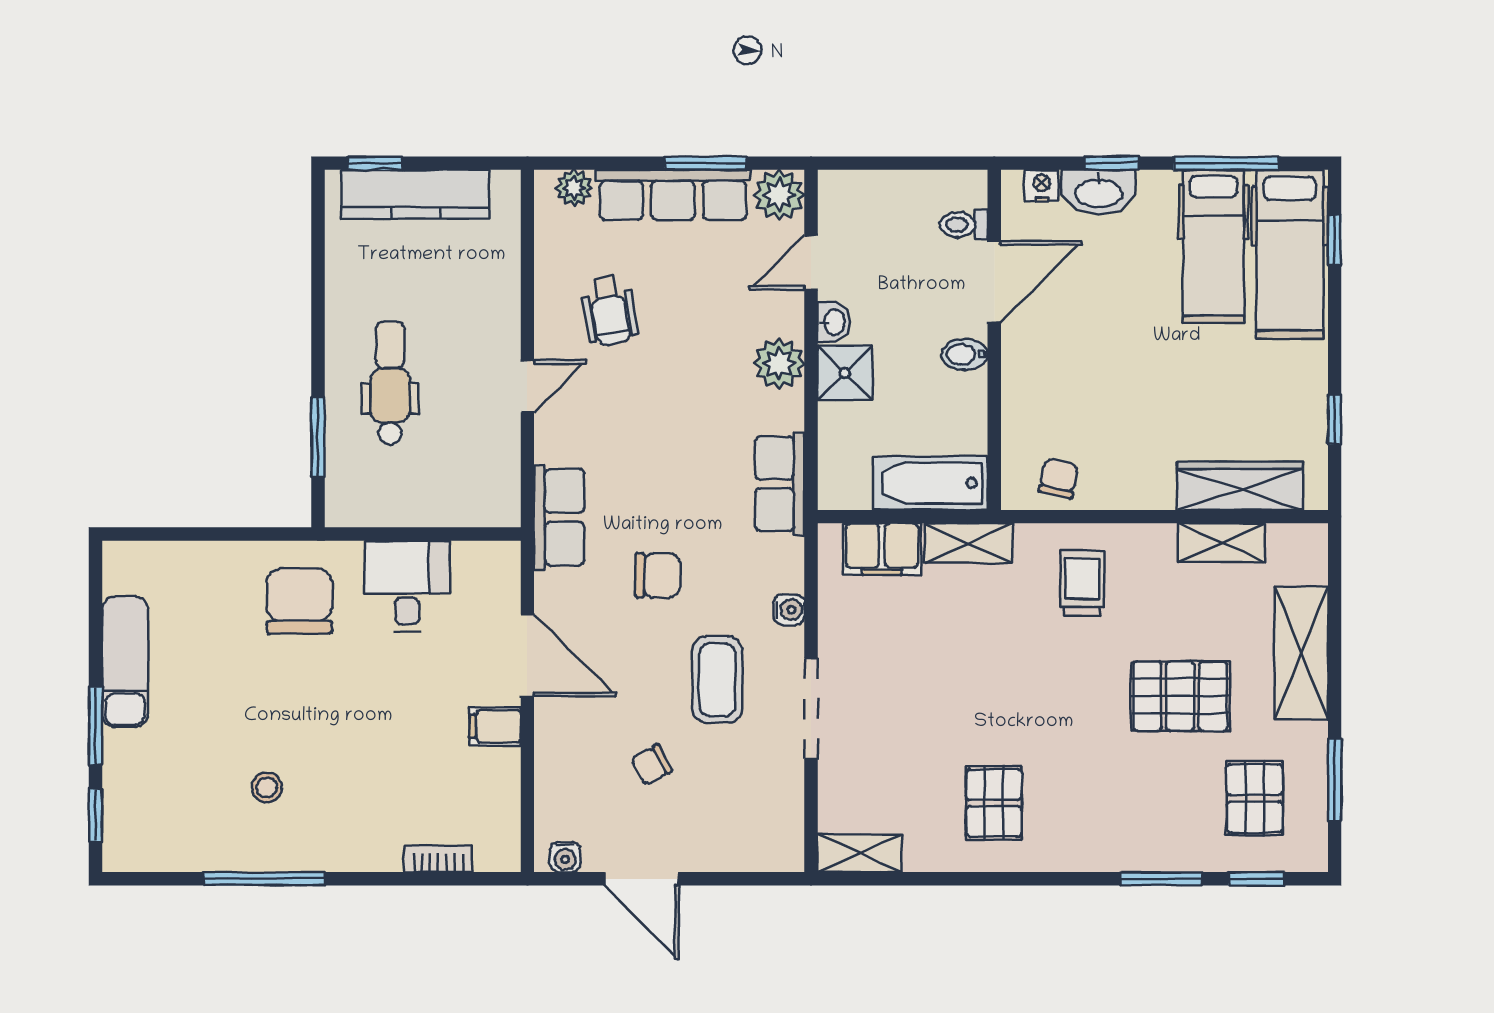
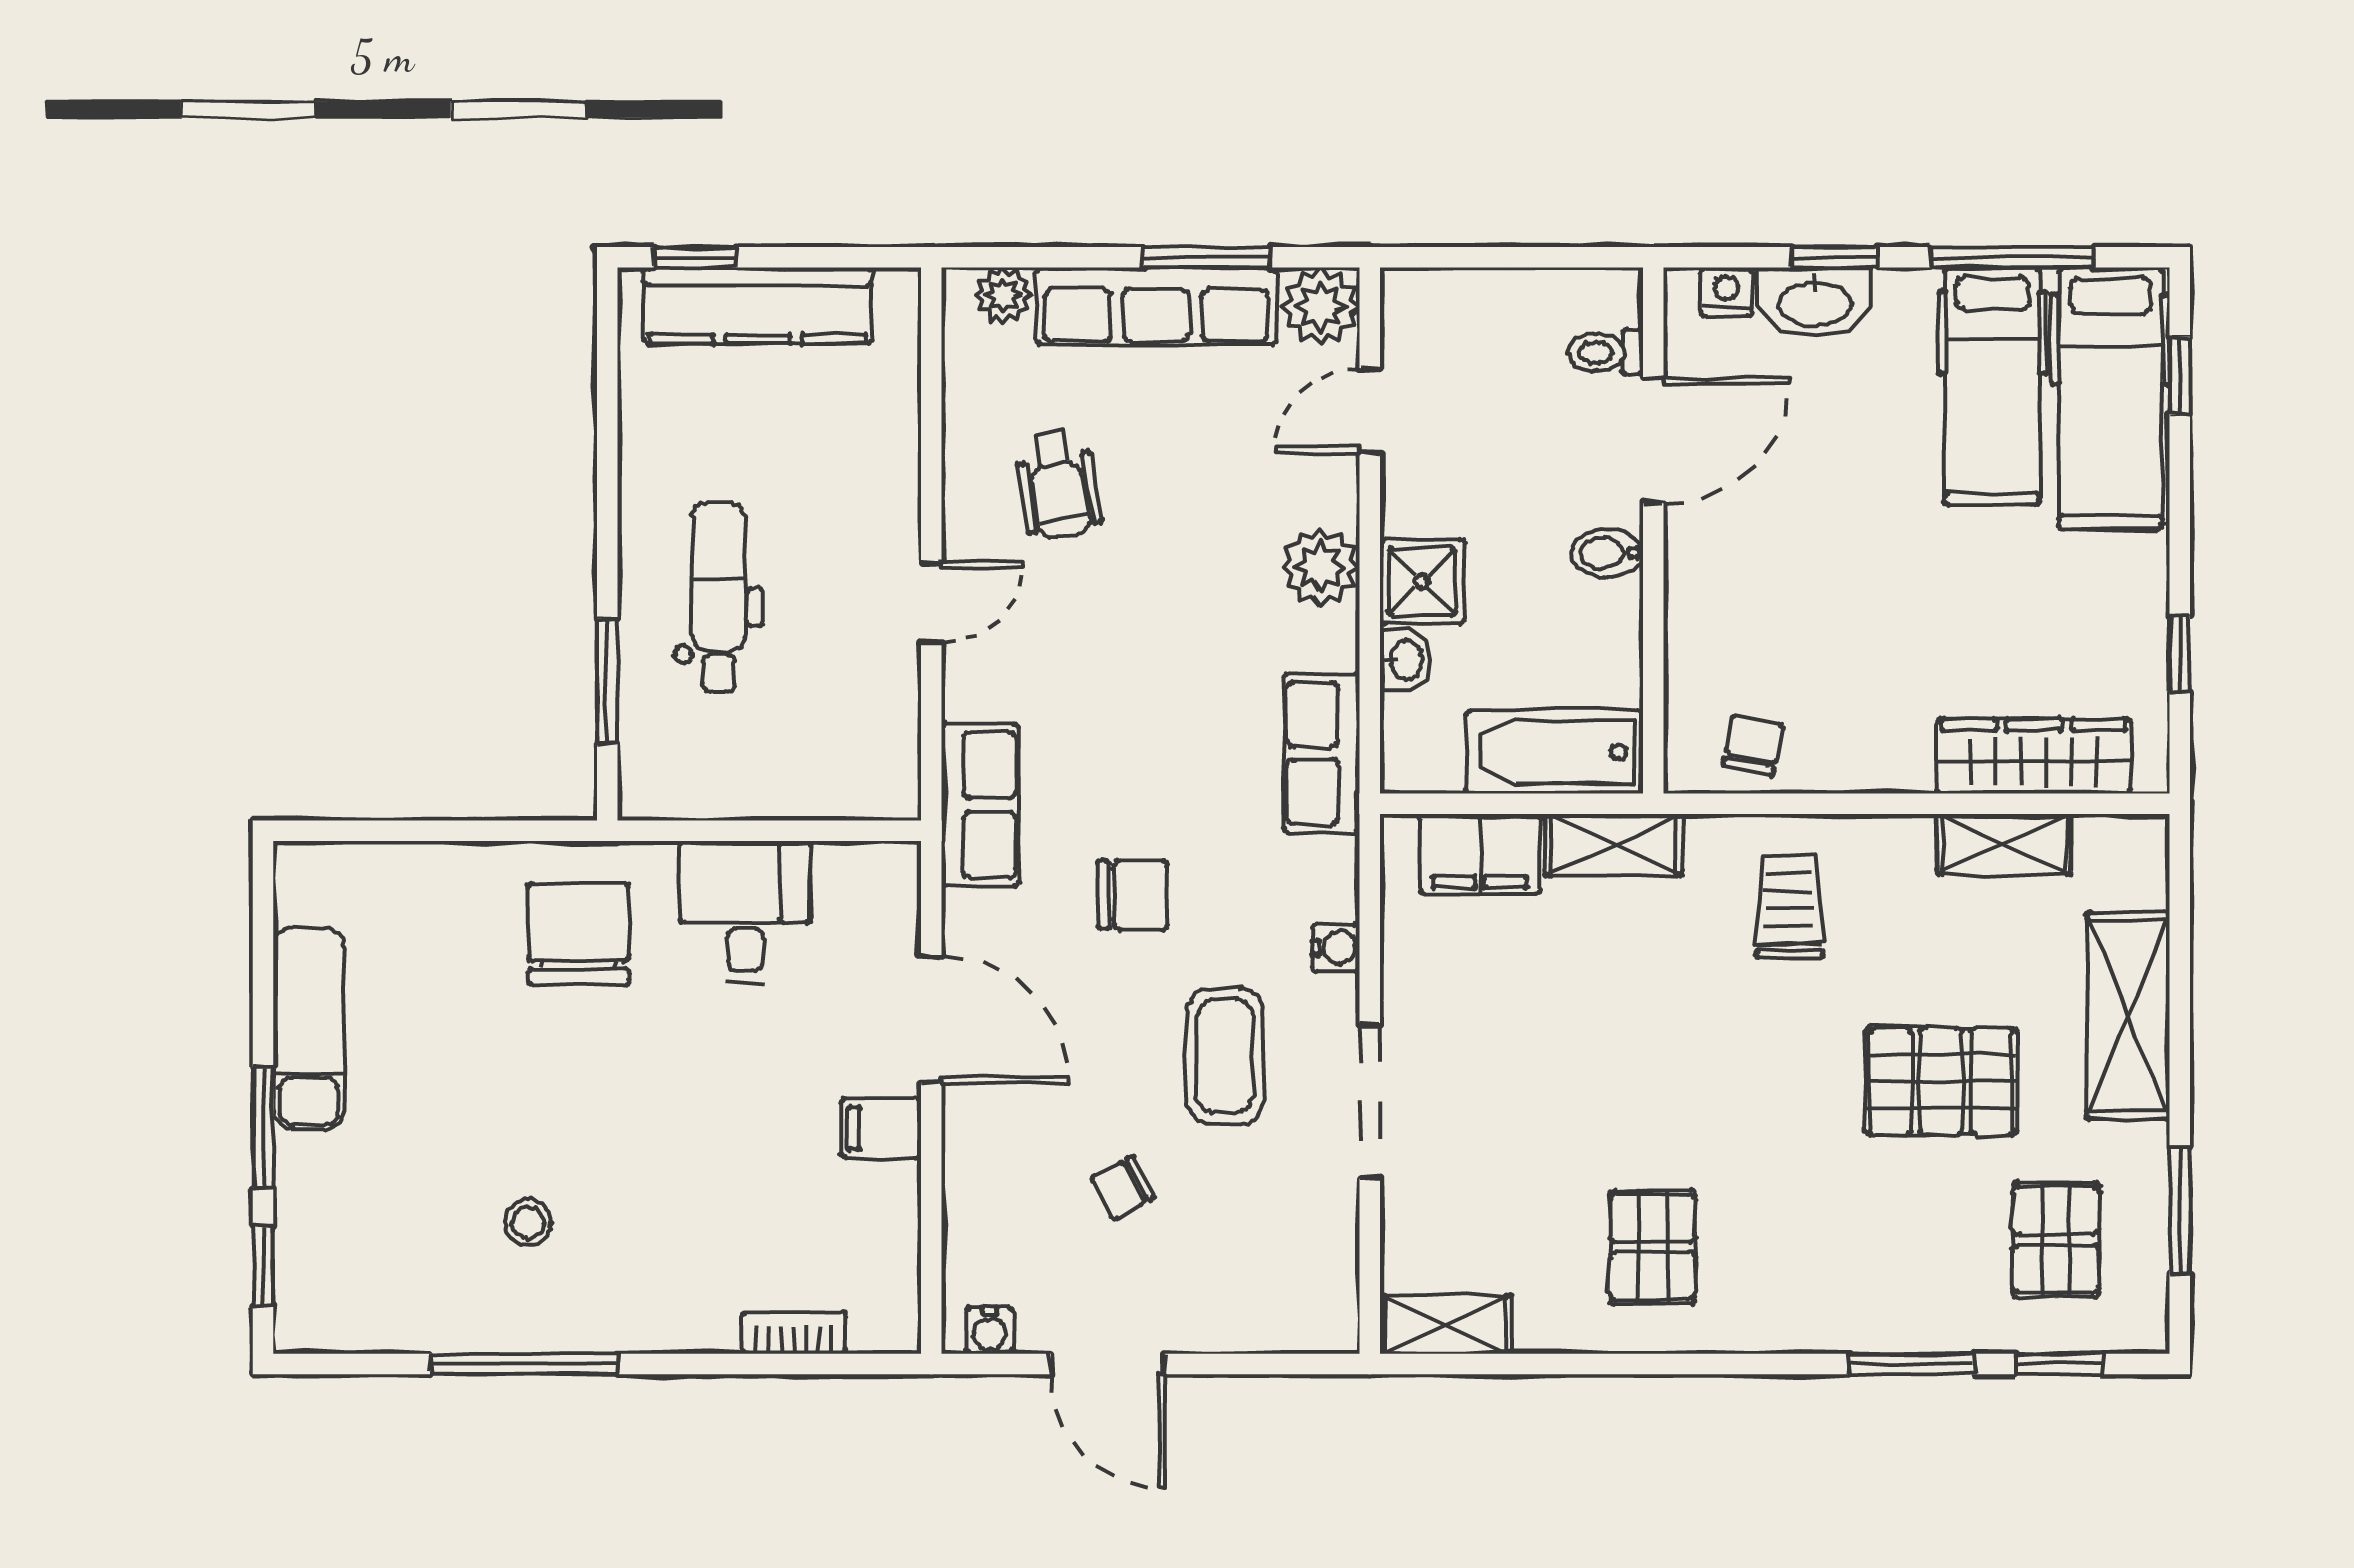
washbasin: (834, 322) -> (1405, 660), moved

